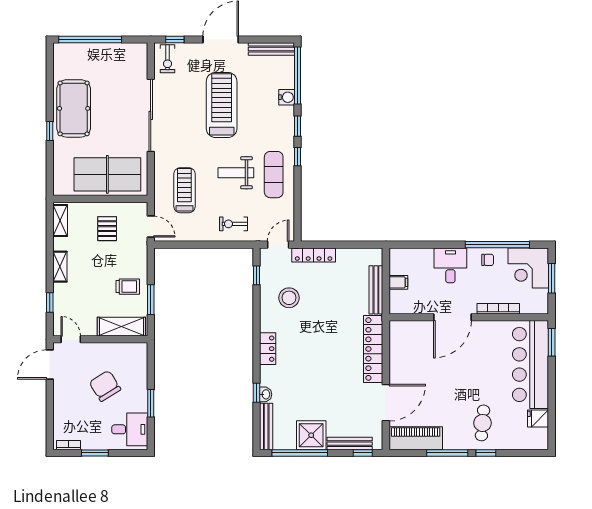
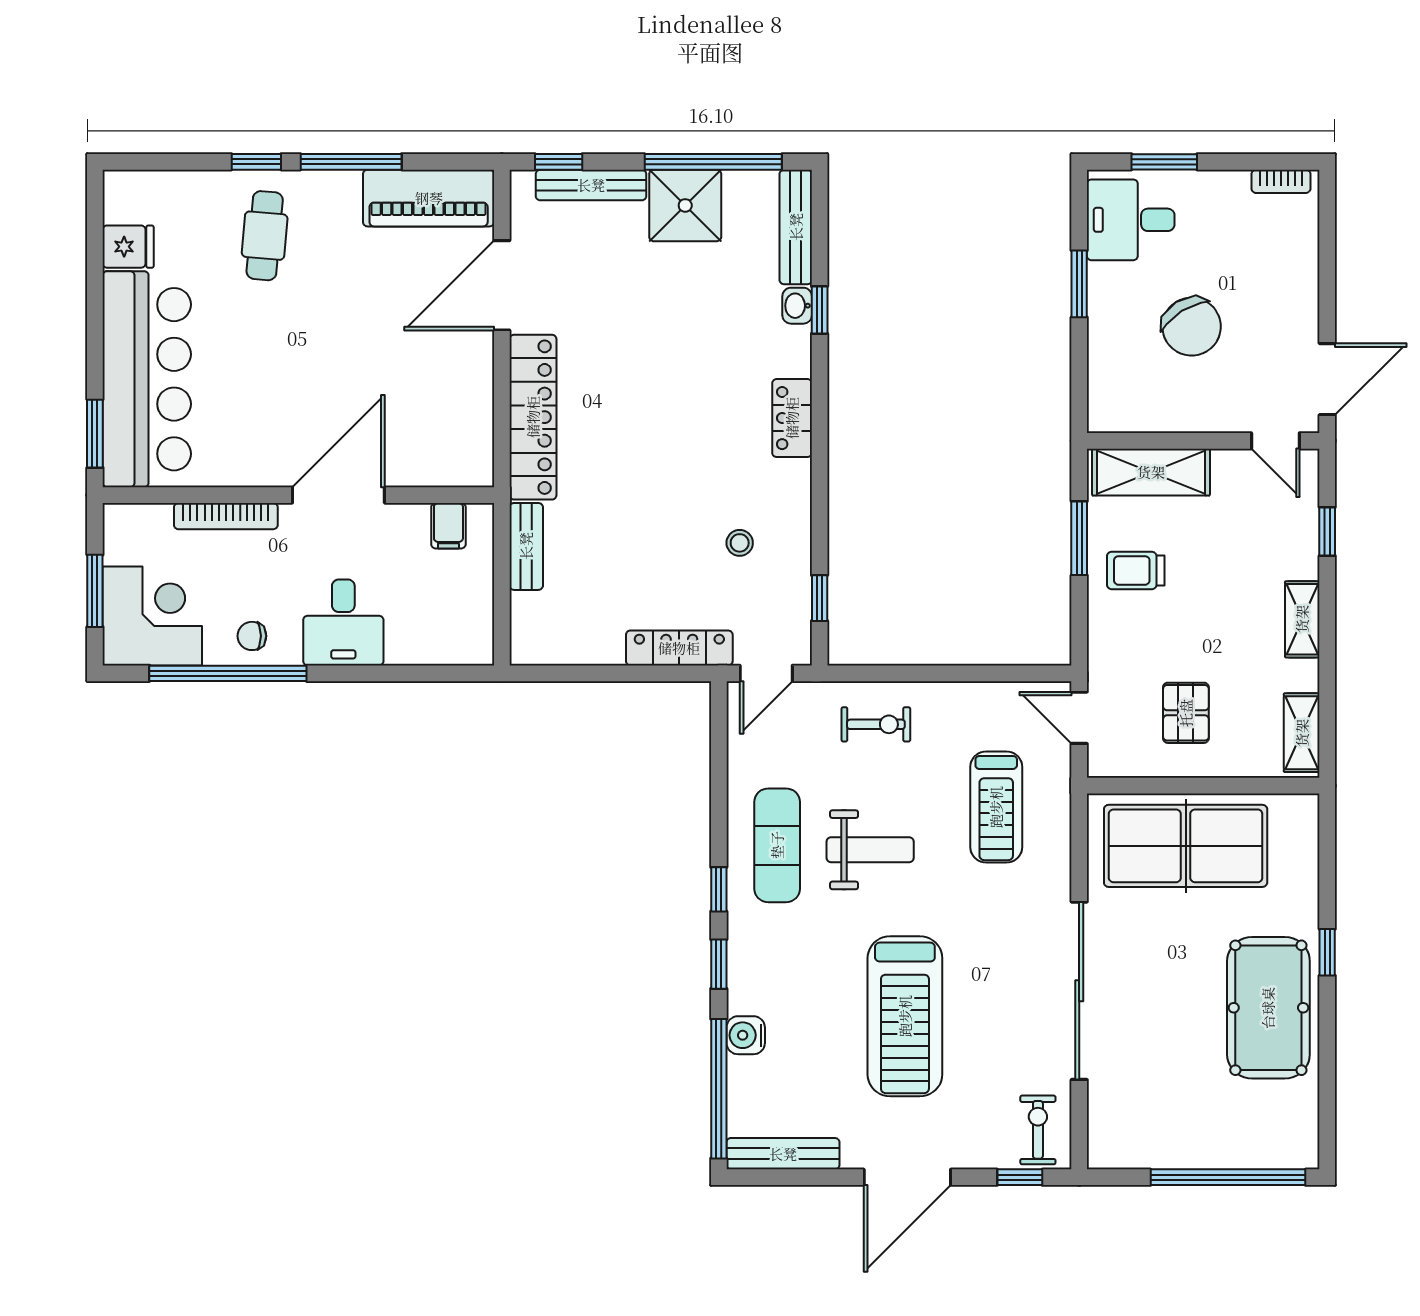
filing cabinet: (398, 282) -> (448, 526), moved, turned -90
bench: (376, 290) -> (526, 546), width x0.73
stool: (289, 298) -> (740, 543), width x0.53, depth x0.53
window: (95, 453) -> (1164, 162), moved

